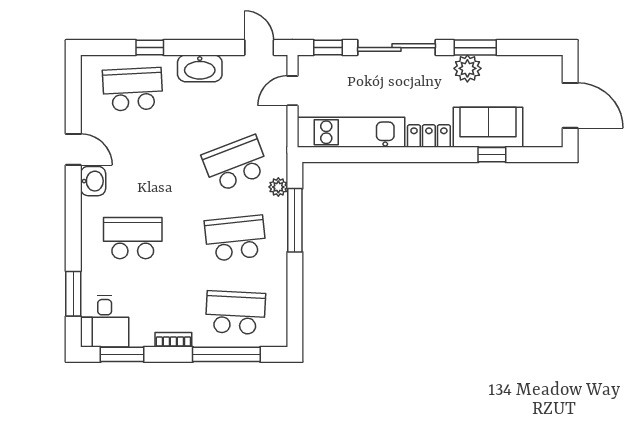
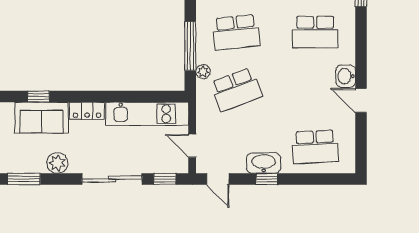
window: (150, 48) -> (267, 179), moved
window: (475, 48) -> (24, 179), moved
door: (292, 91) -> (192, 146), swing flipped

